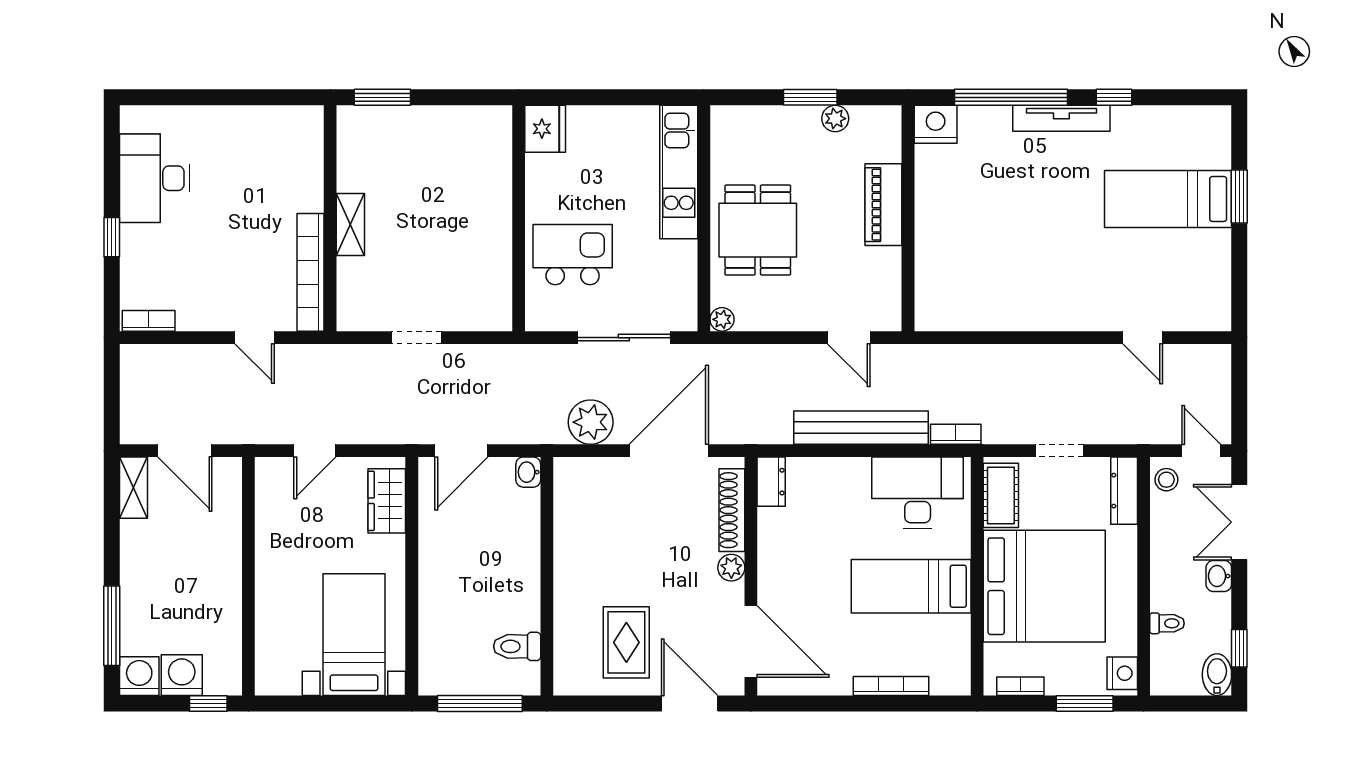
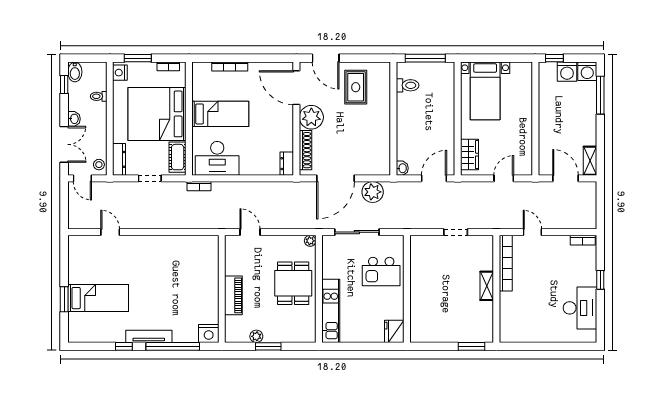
bench: (861, 428) -> (244, 189), removed
plant: (731, 568) -> (311, 117), width x1.88, depth x1.88

